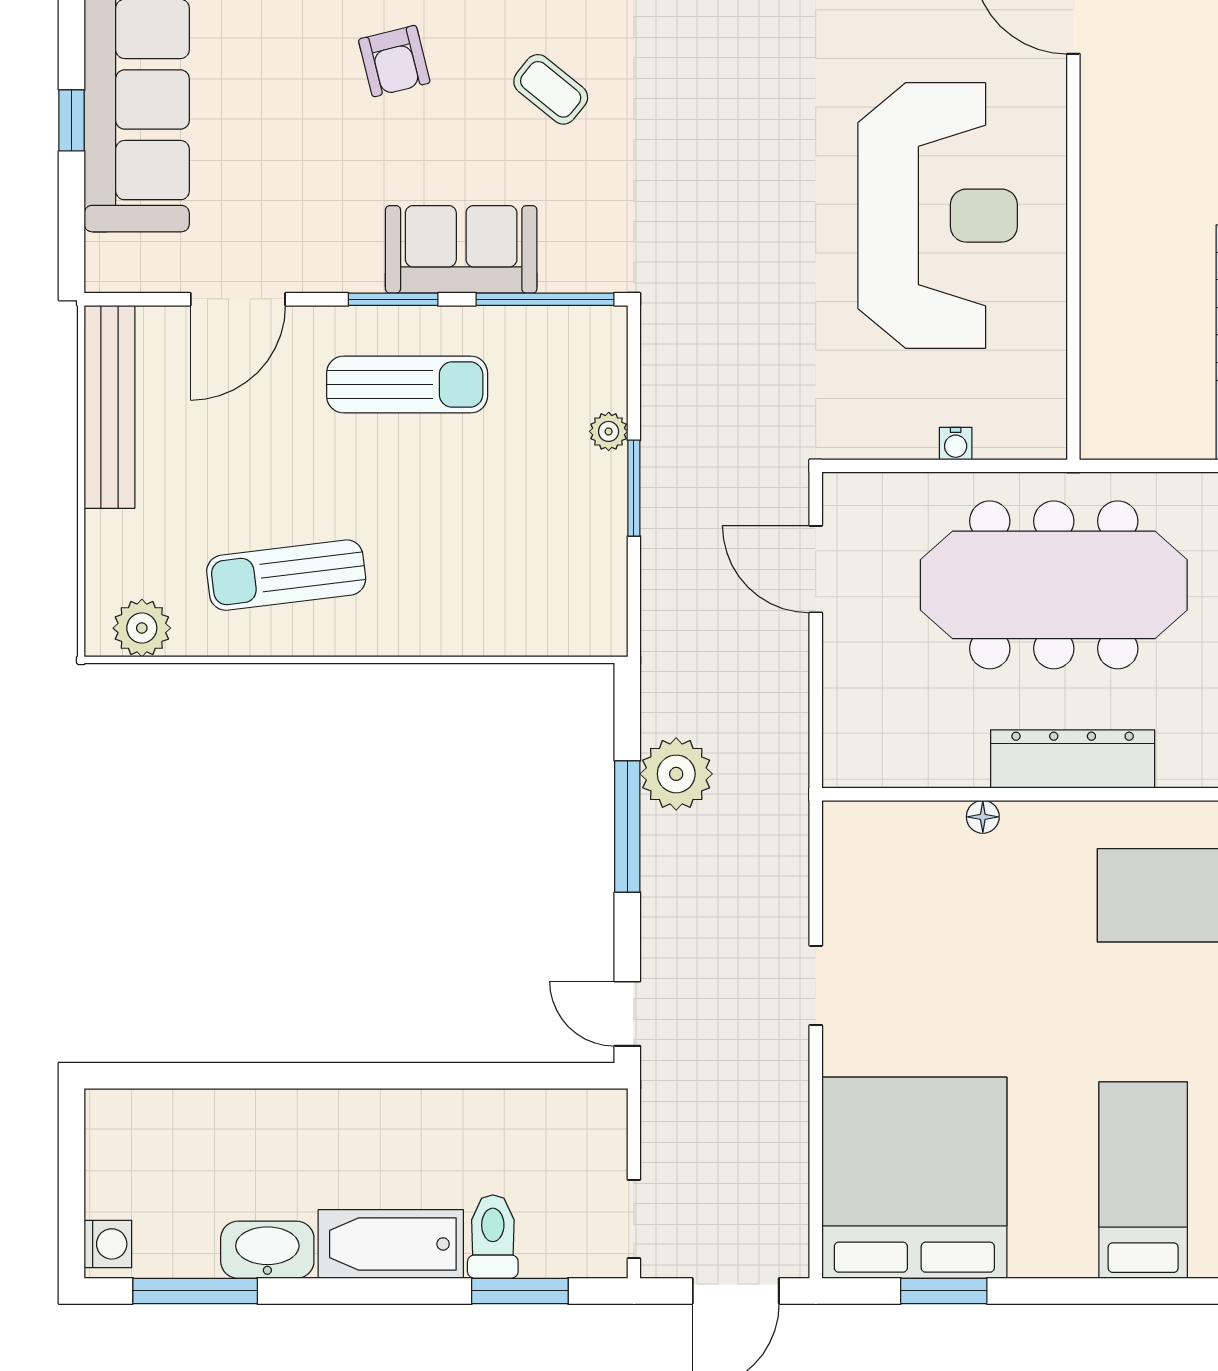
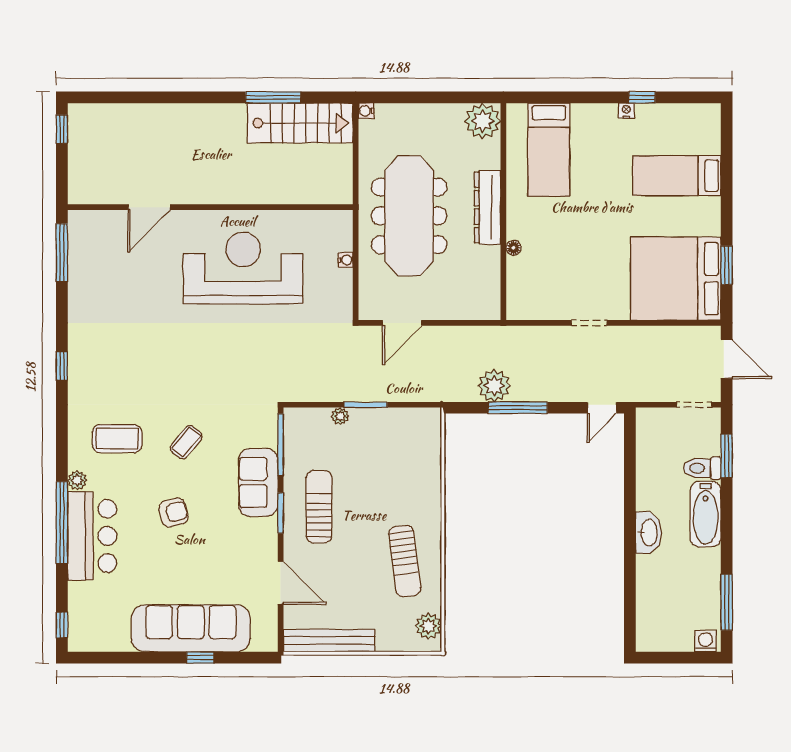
washbasin: (267, 1250) -> (648, 533), moved, turned 180

